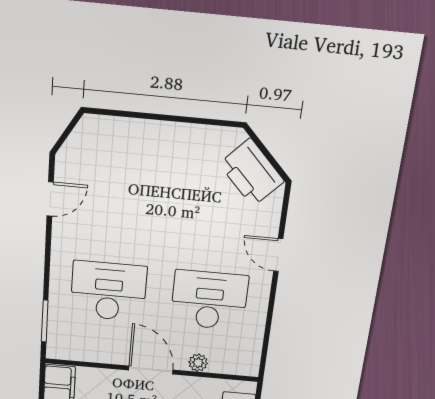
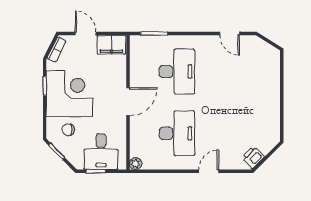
printer: (252, 173) -> (253, 157), width x0.53, depth x0.68
plant: (198, 363) -> (136, 164), moved

